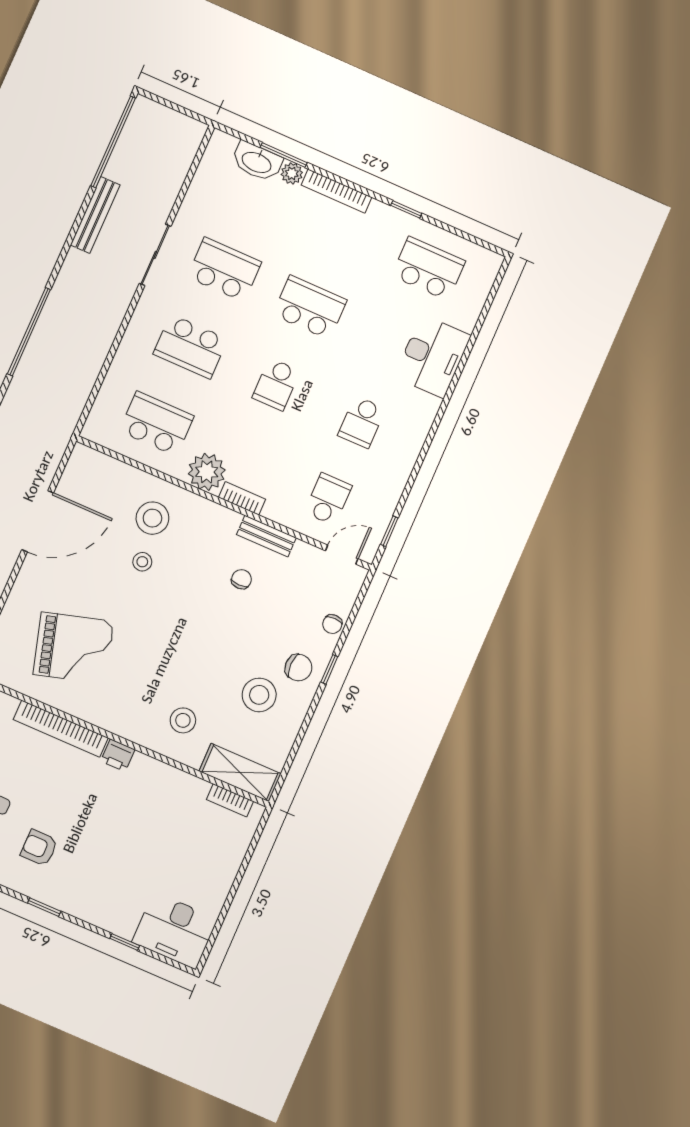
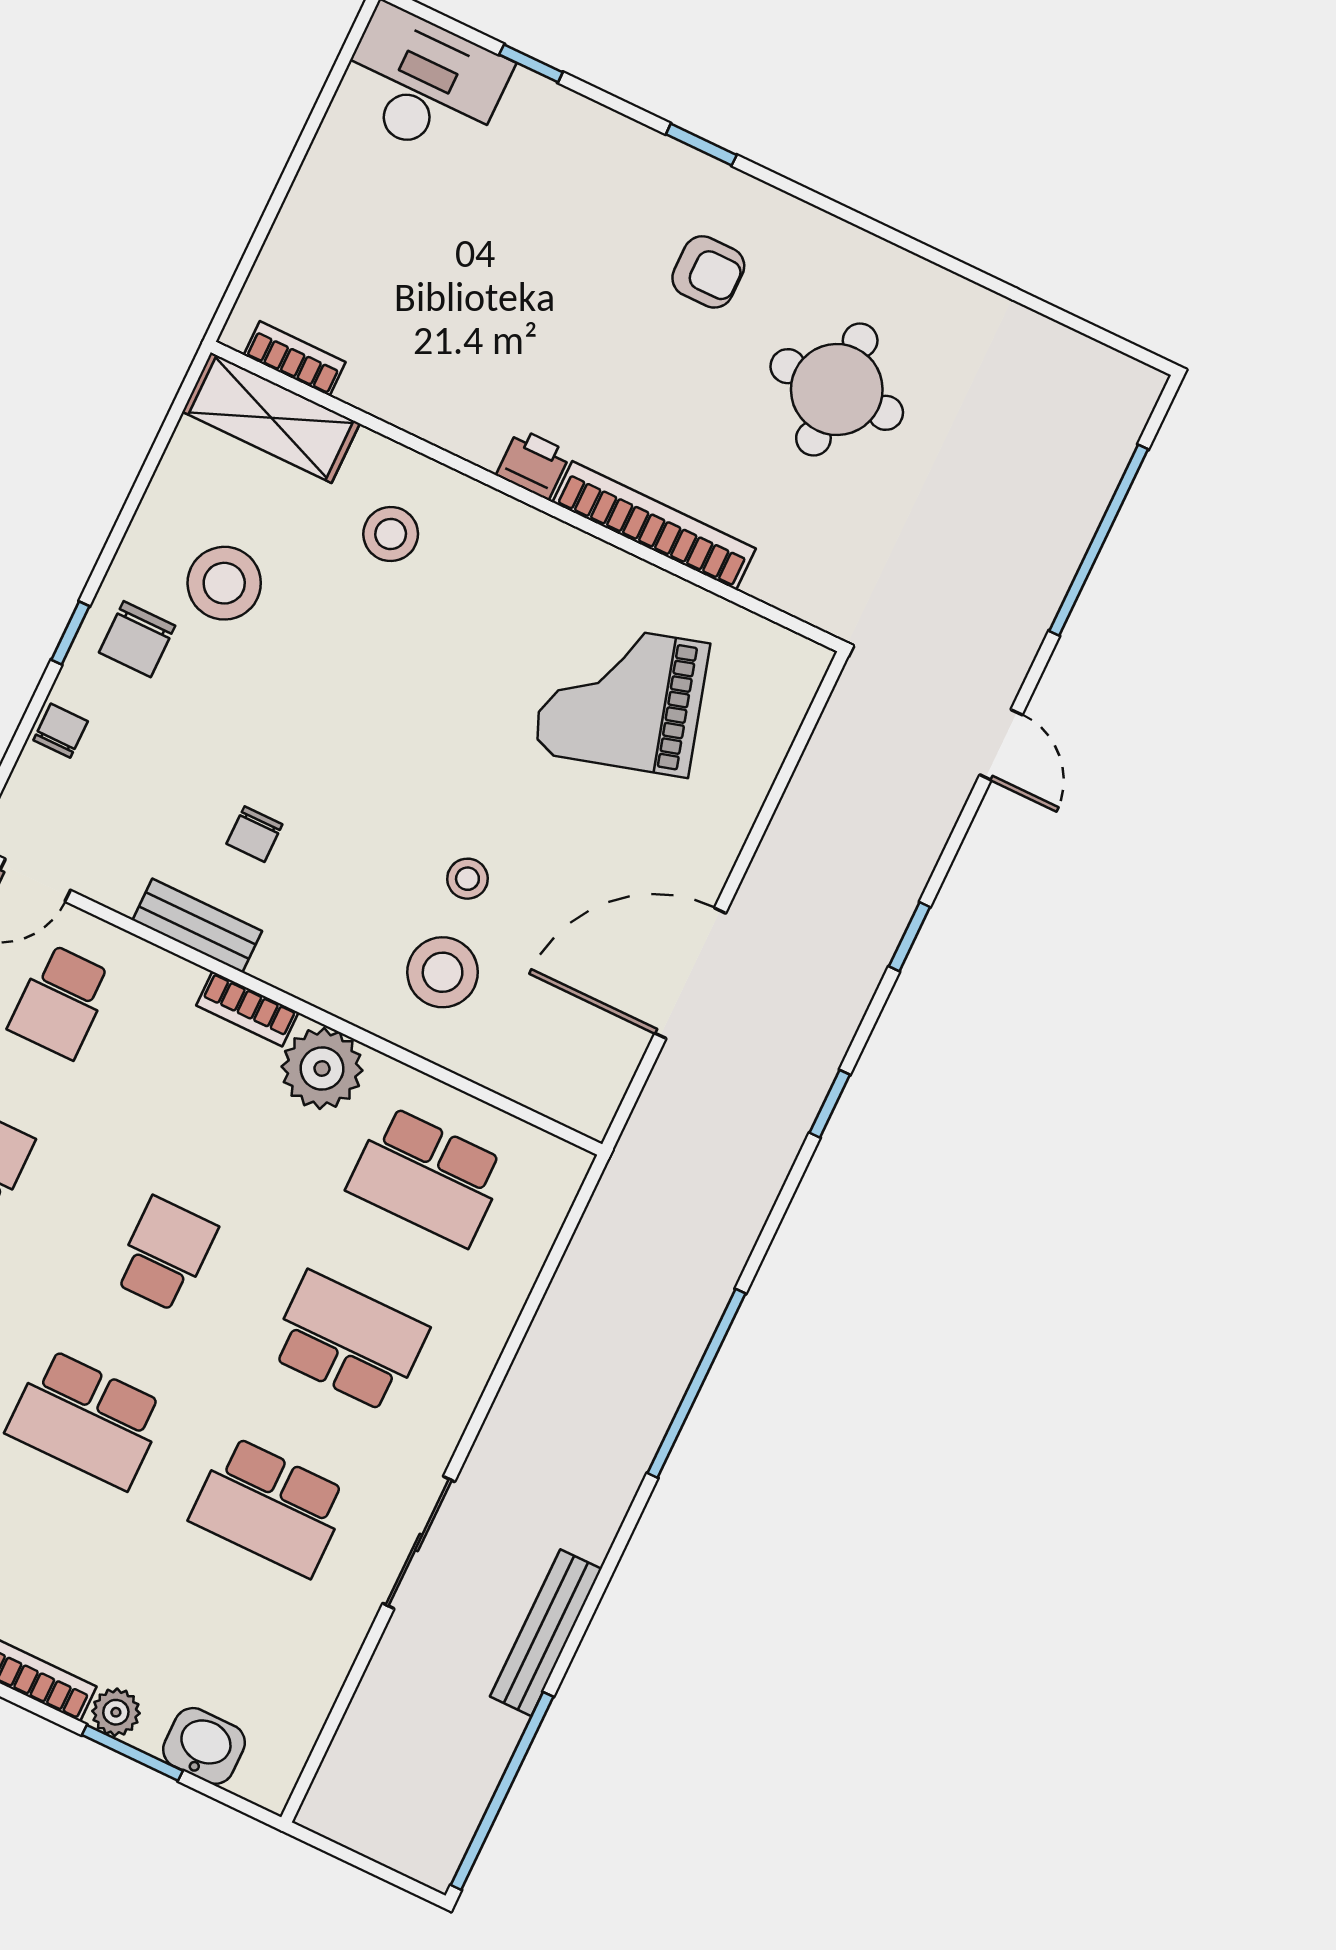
washbasin: (257, 162) -> (204, 1746), width x0.72
chair: (299, 668) -> (137, 639), turned -90

